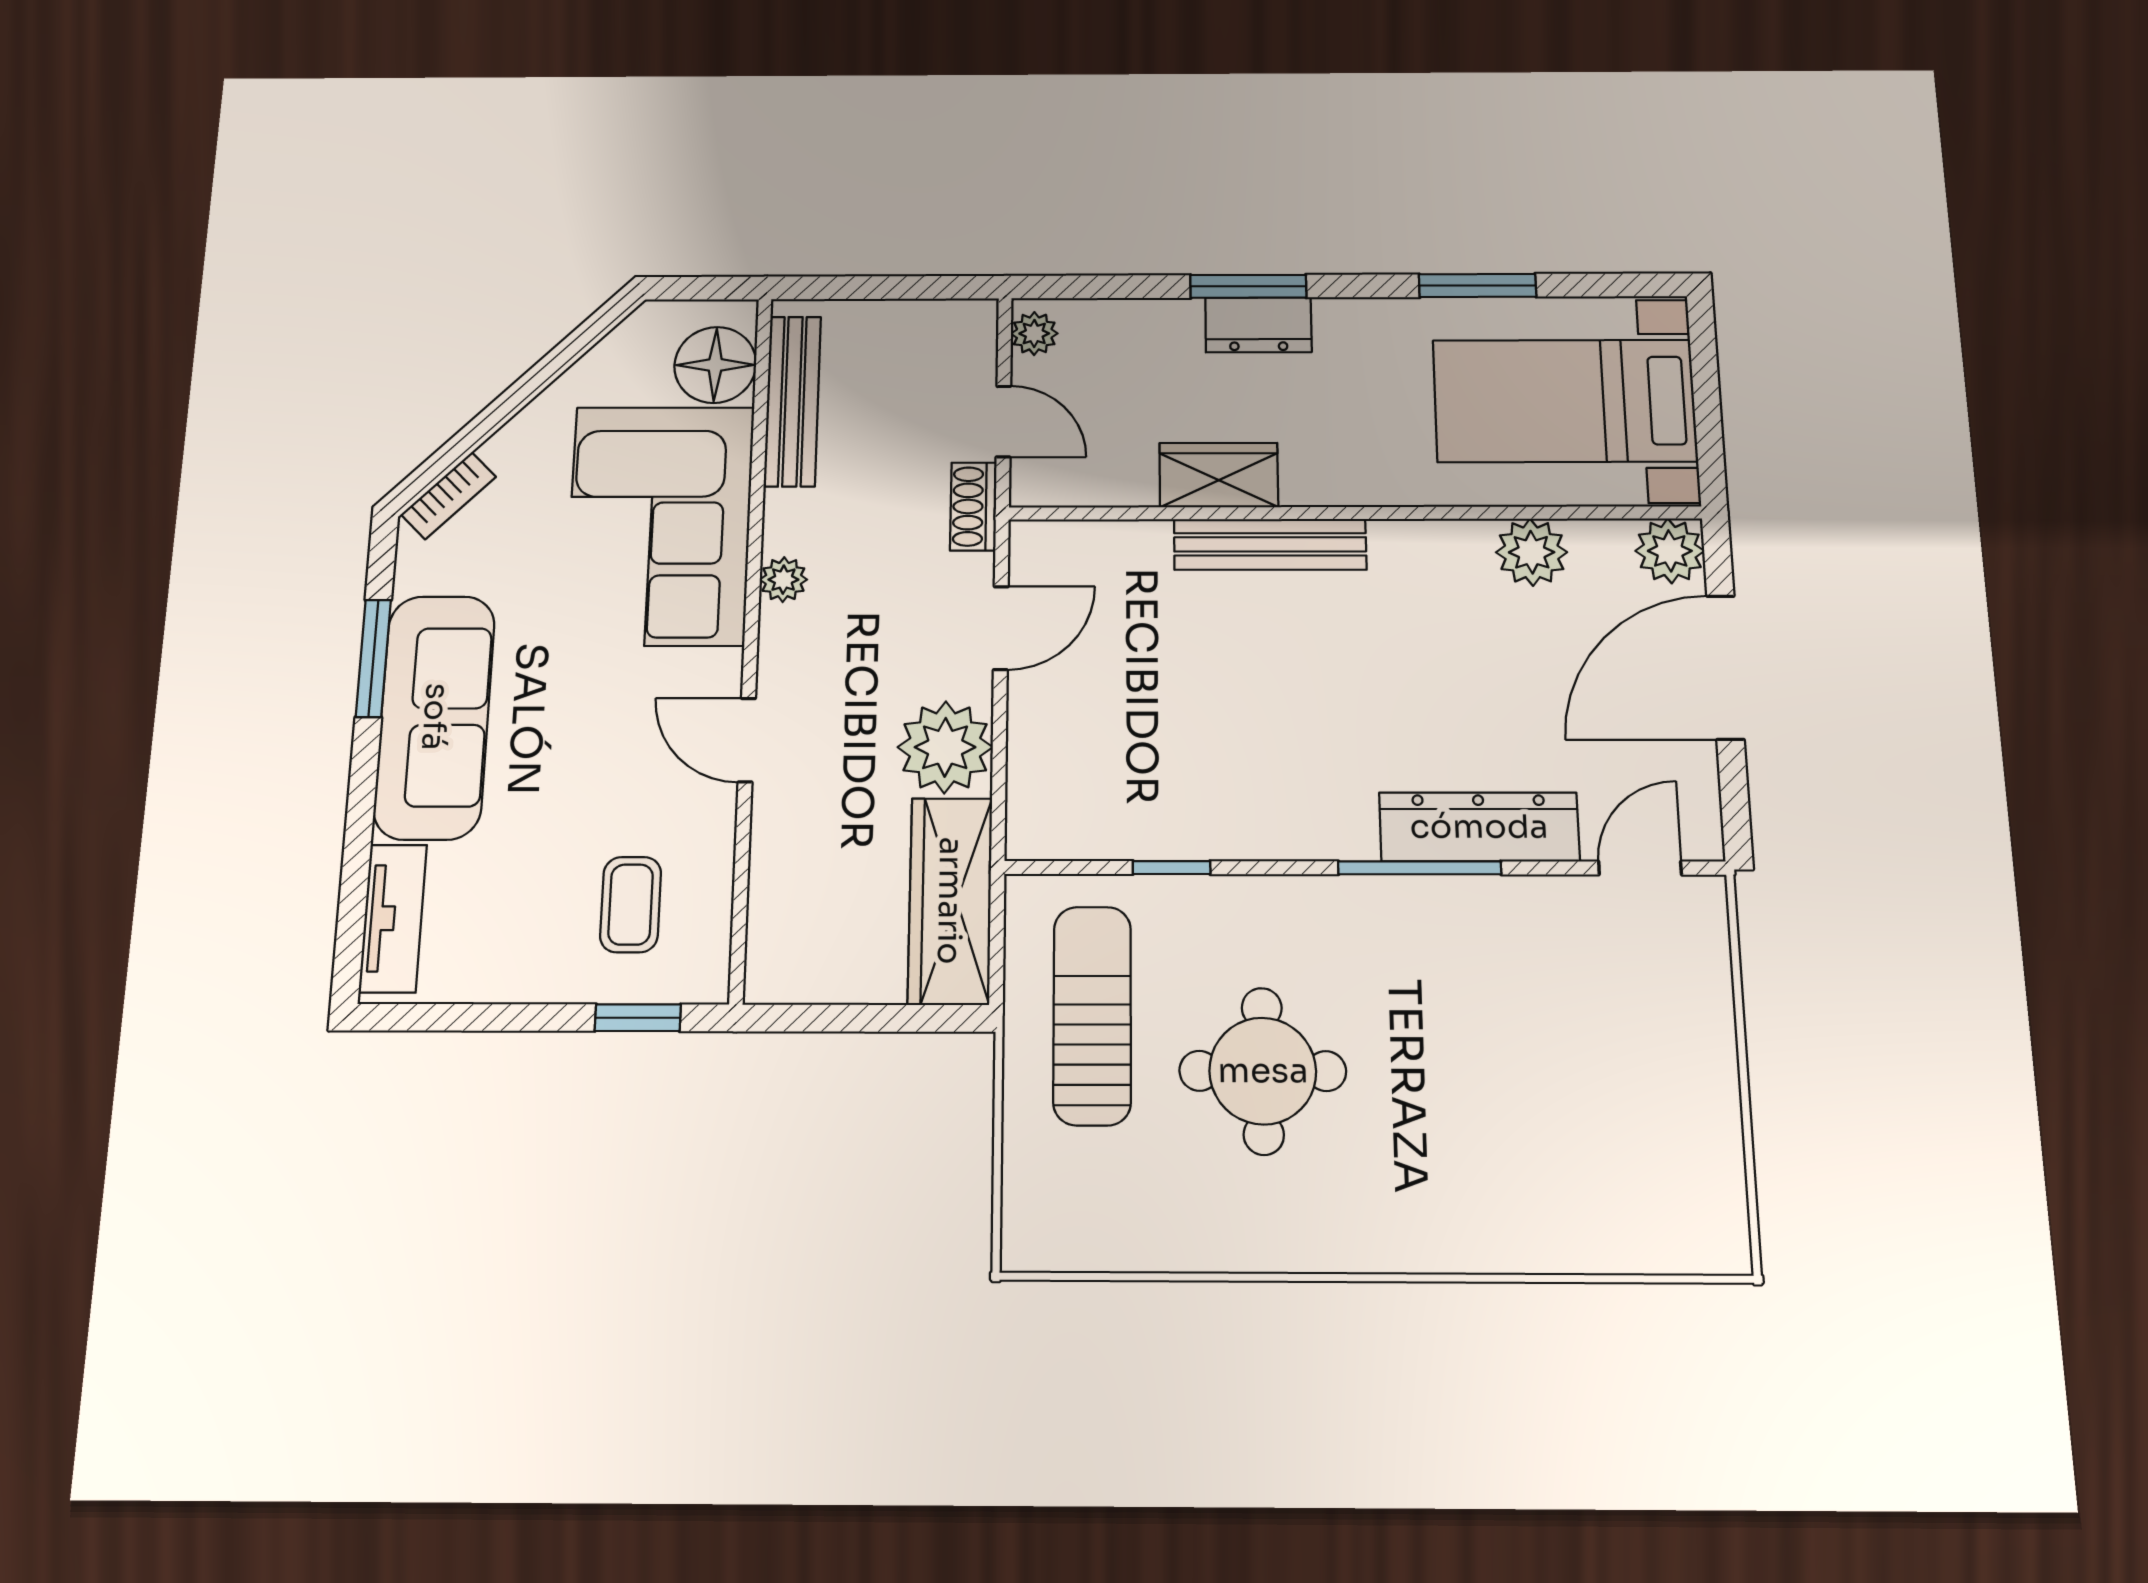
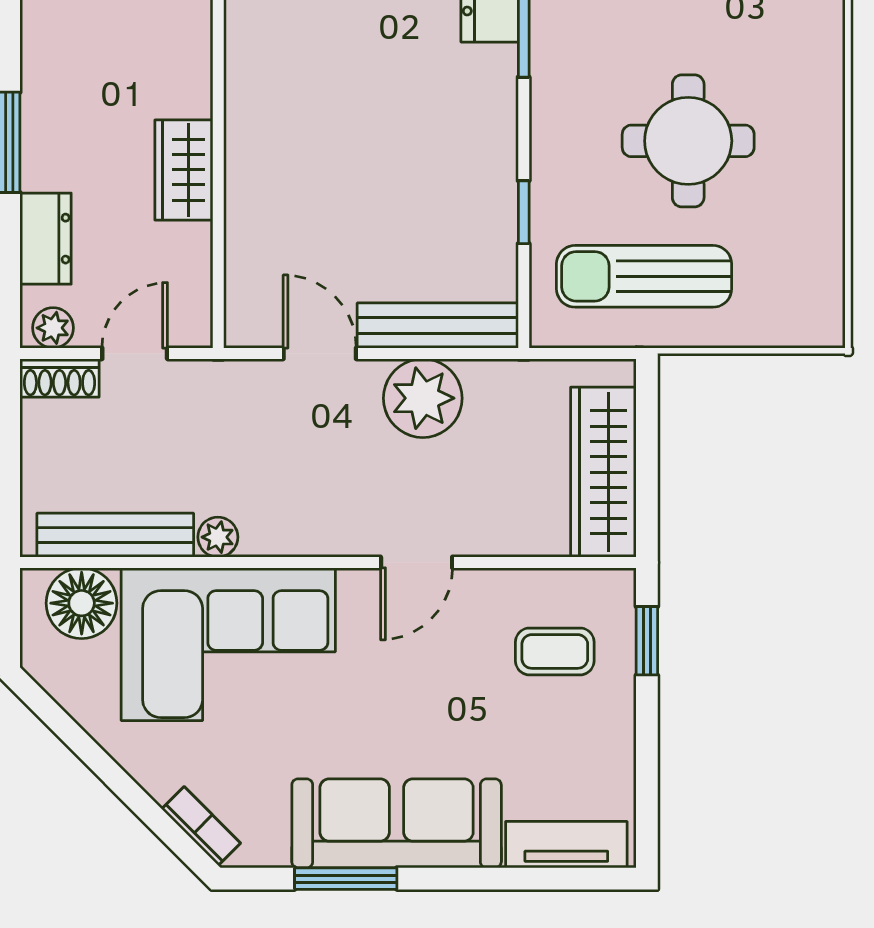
dresser: (1258, 325) -> (46, 239), moved
shoe rack: (973, 506) -> (60, 378), moved
bench: (1270, 544) -> (438, 326), moved, turned 90
plant: (783, 580) -> (218, 537), moved
wardrobe: (950, 901) -> (603, 472), moved, turned 90

